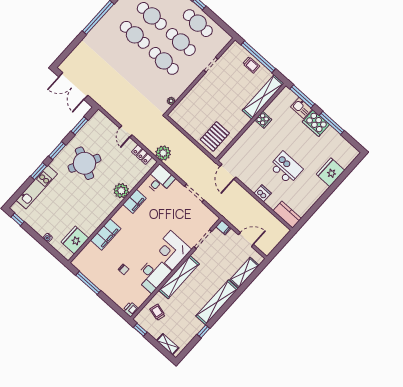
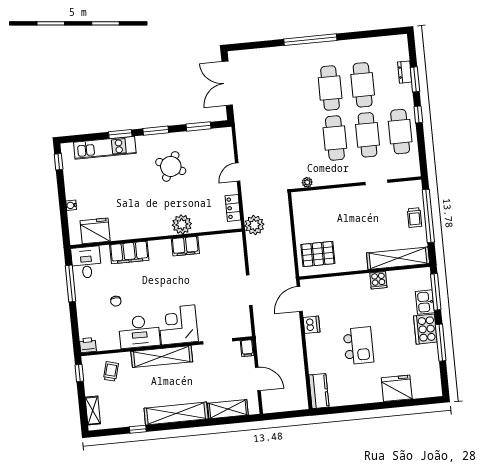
round table: (85, 163) -> (171, 166), width x0.73, depth x0.73
desk: (160, 180) -> (86, 262), moved, turned -90
dishwasher: (263, 193) -> (312, 325), moved

